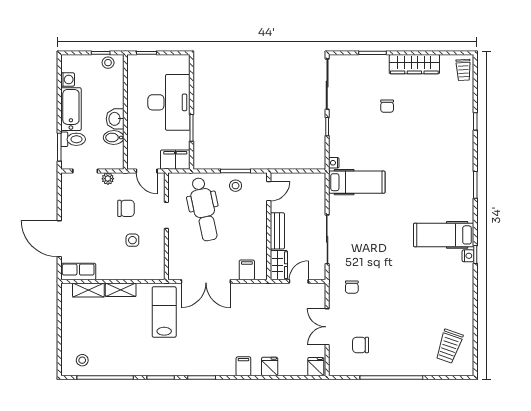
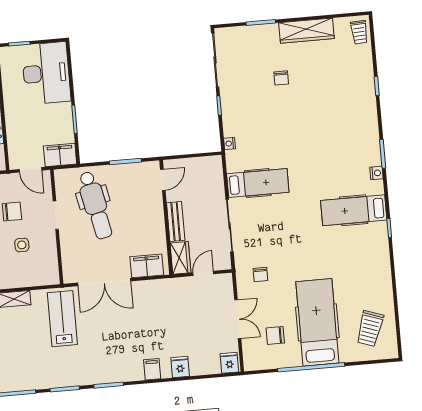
desk: (169, 102) -> (46, 73), moved
hospital bed: (357, 182) -> (258, 183), moved
stool: (236, 186) -> (127, 177), removed
nightstand: (468, 256) -> (377, 173), moved
filing cabinet: (247, 270) -> (147, 266), width x2.00
double door: (327, 327) -> (238, 319), swing flipped
hospital bed: (401, 336) -> (317, 322), added

